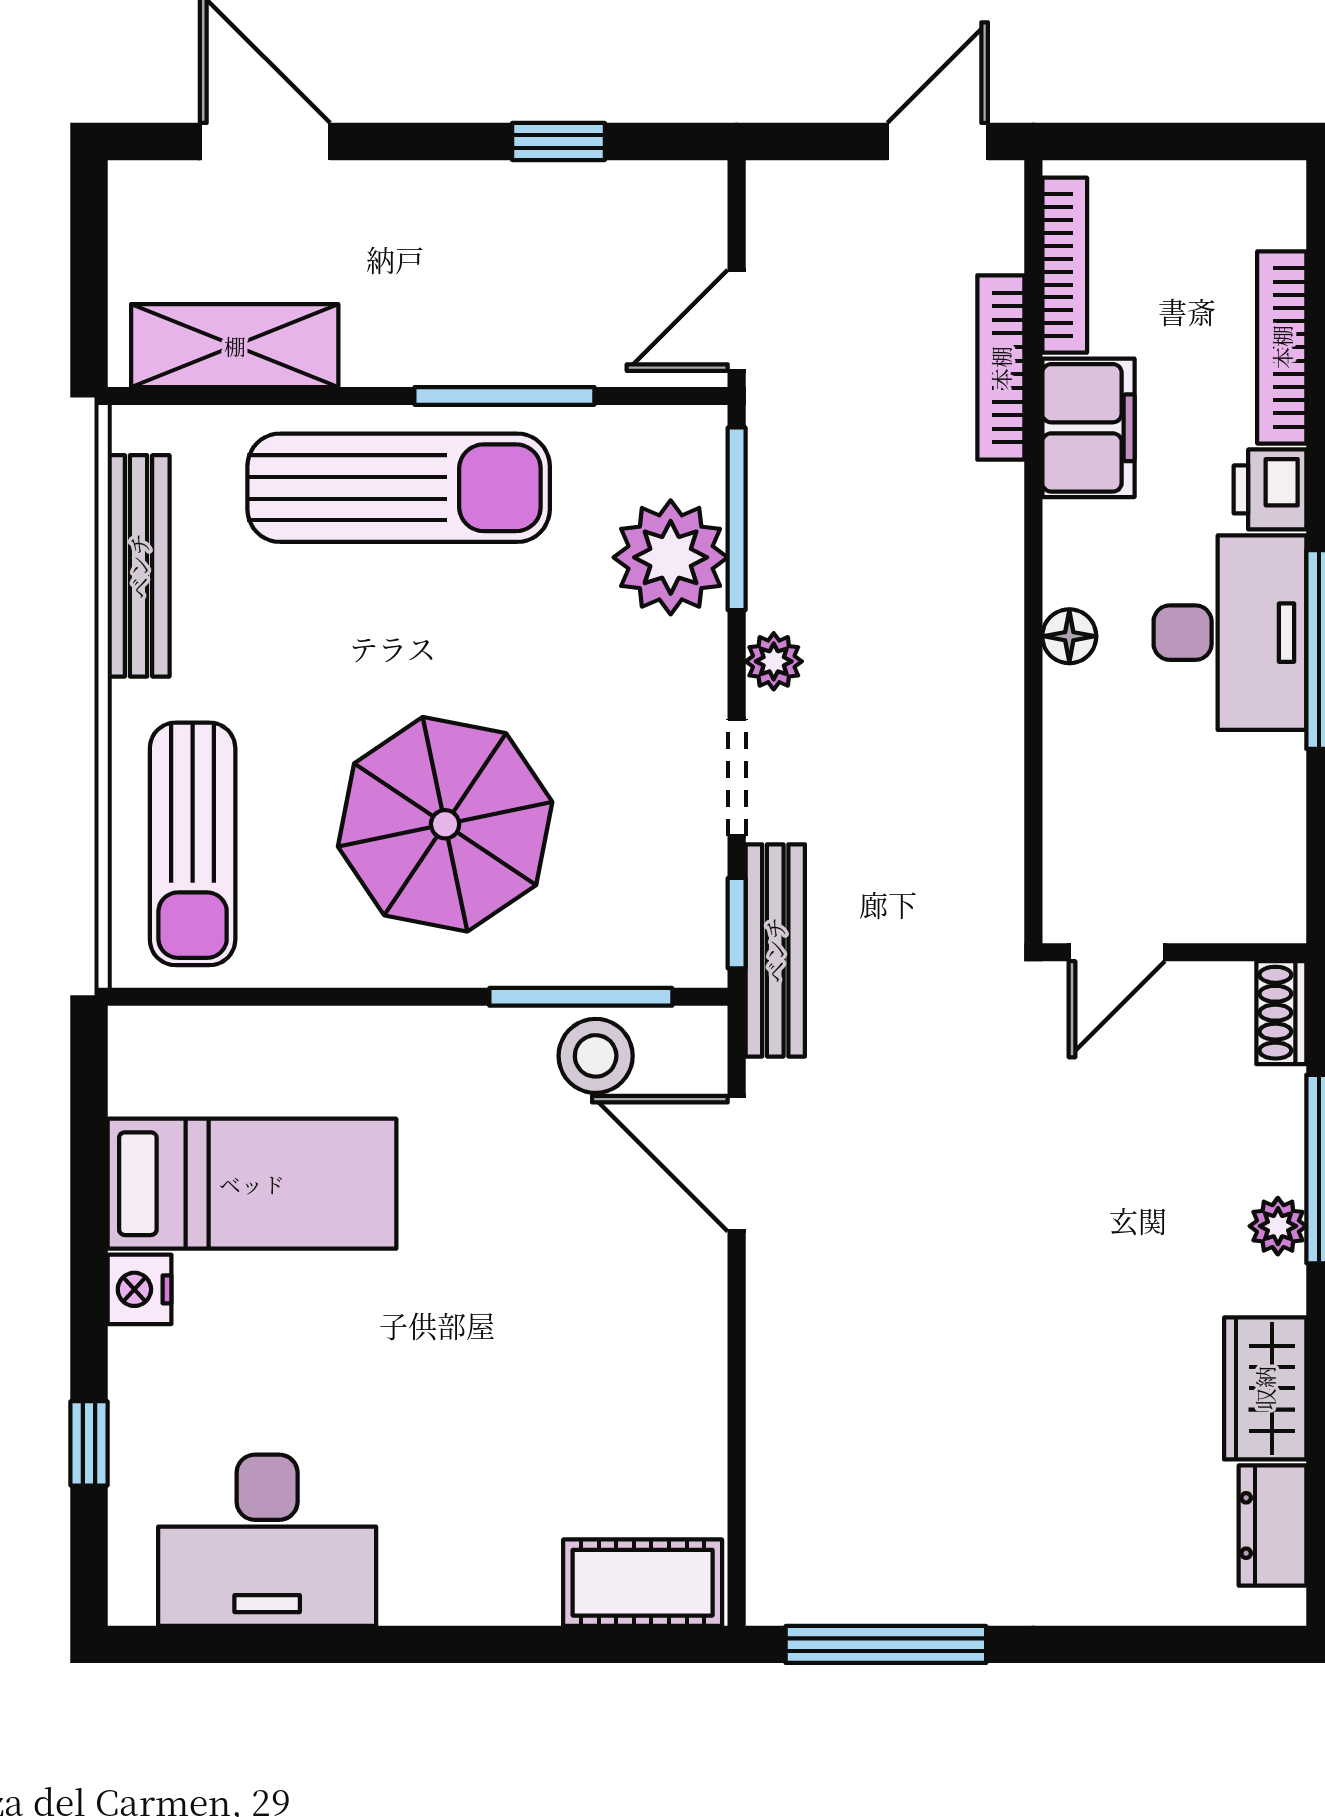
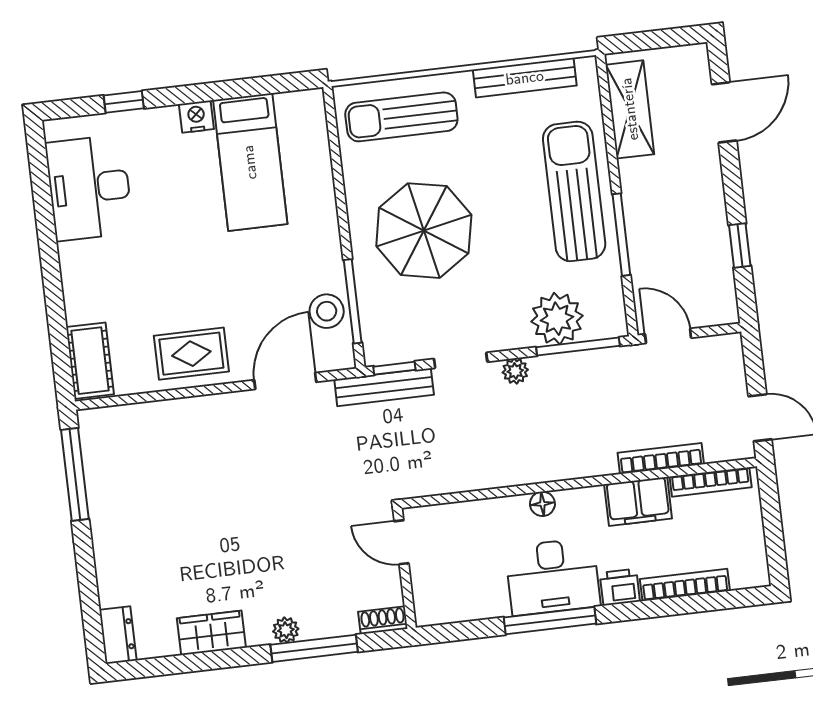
sun lounger: (399, 488) -> (574, 191), turned 180
rug: (653, 1361) -> (191, 354), added
dresser: (1273, 1526) -> (118, 635), moved, turned 90

